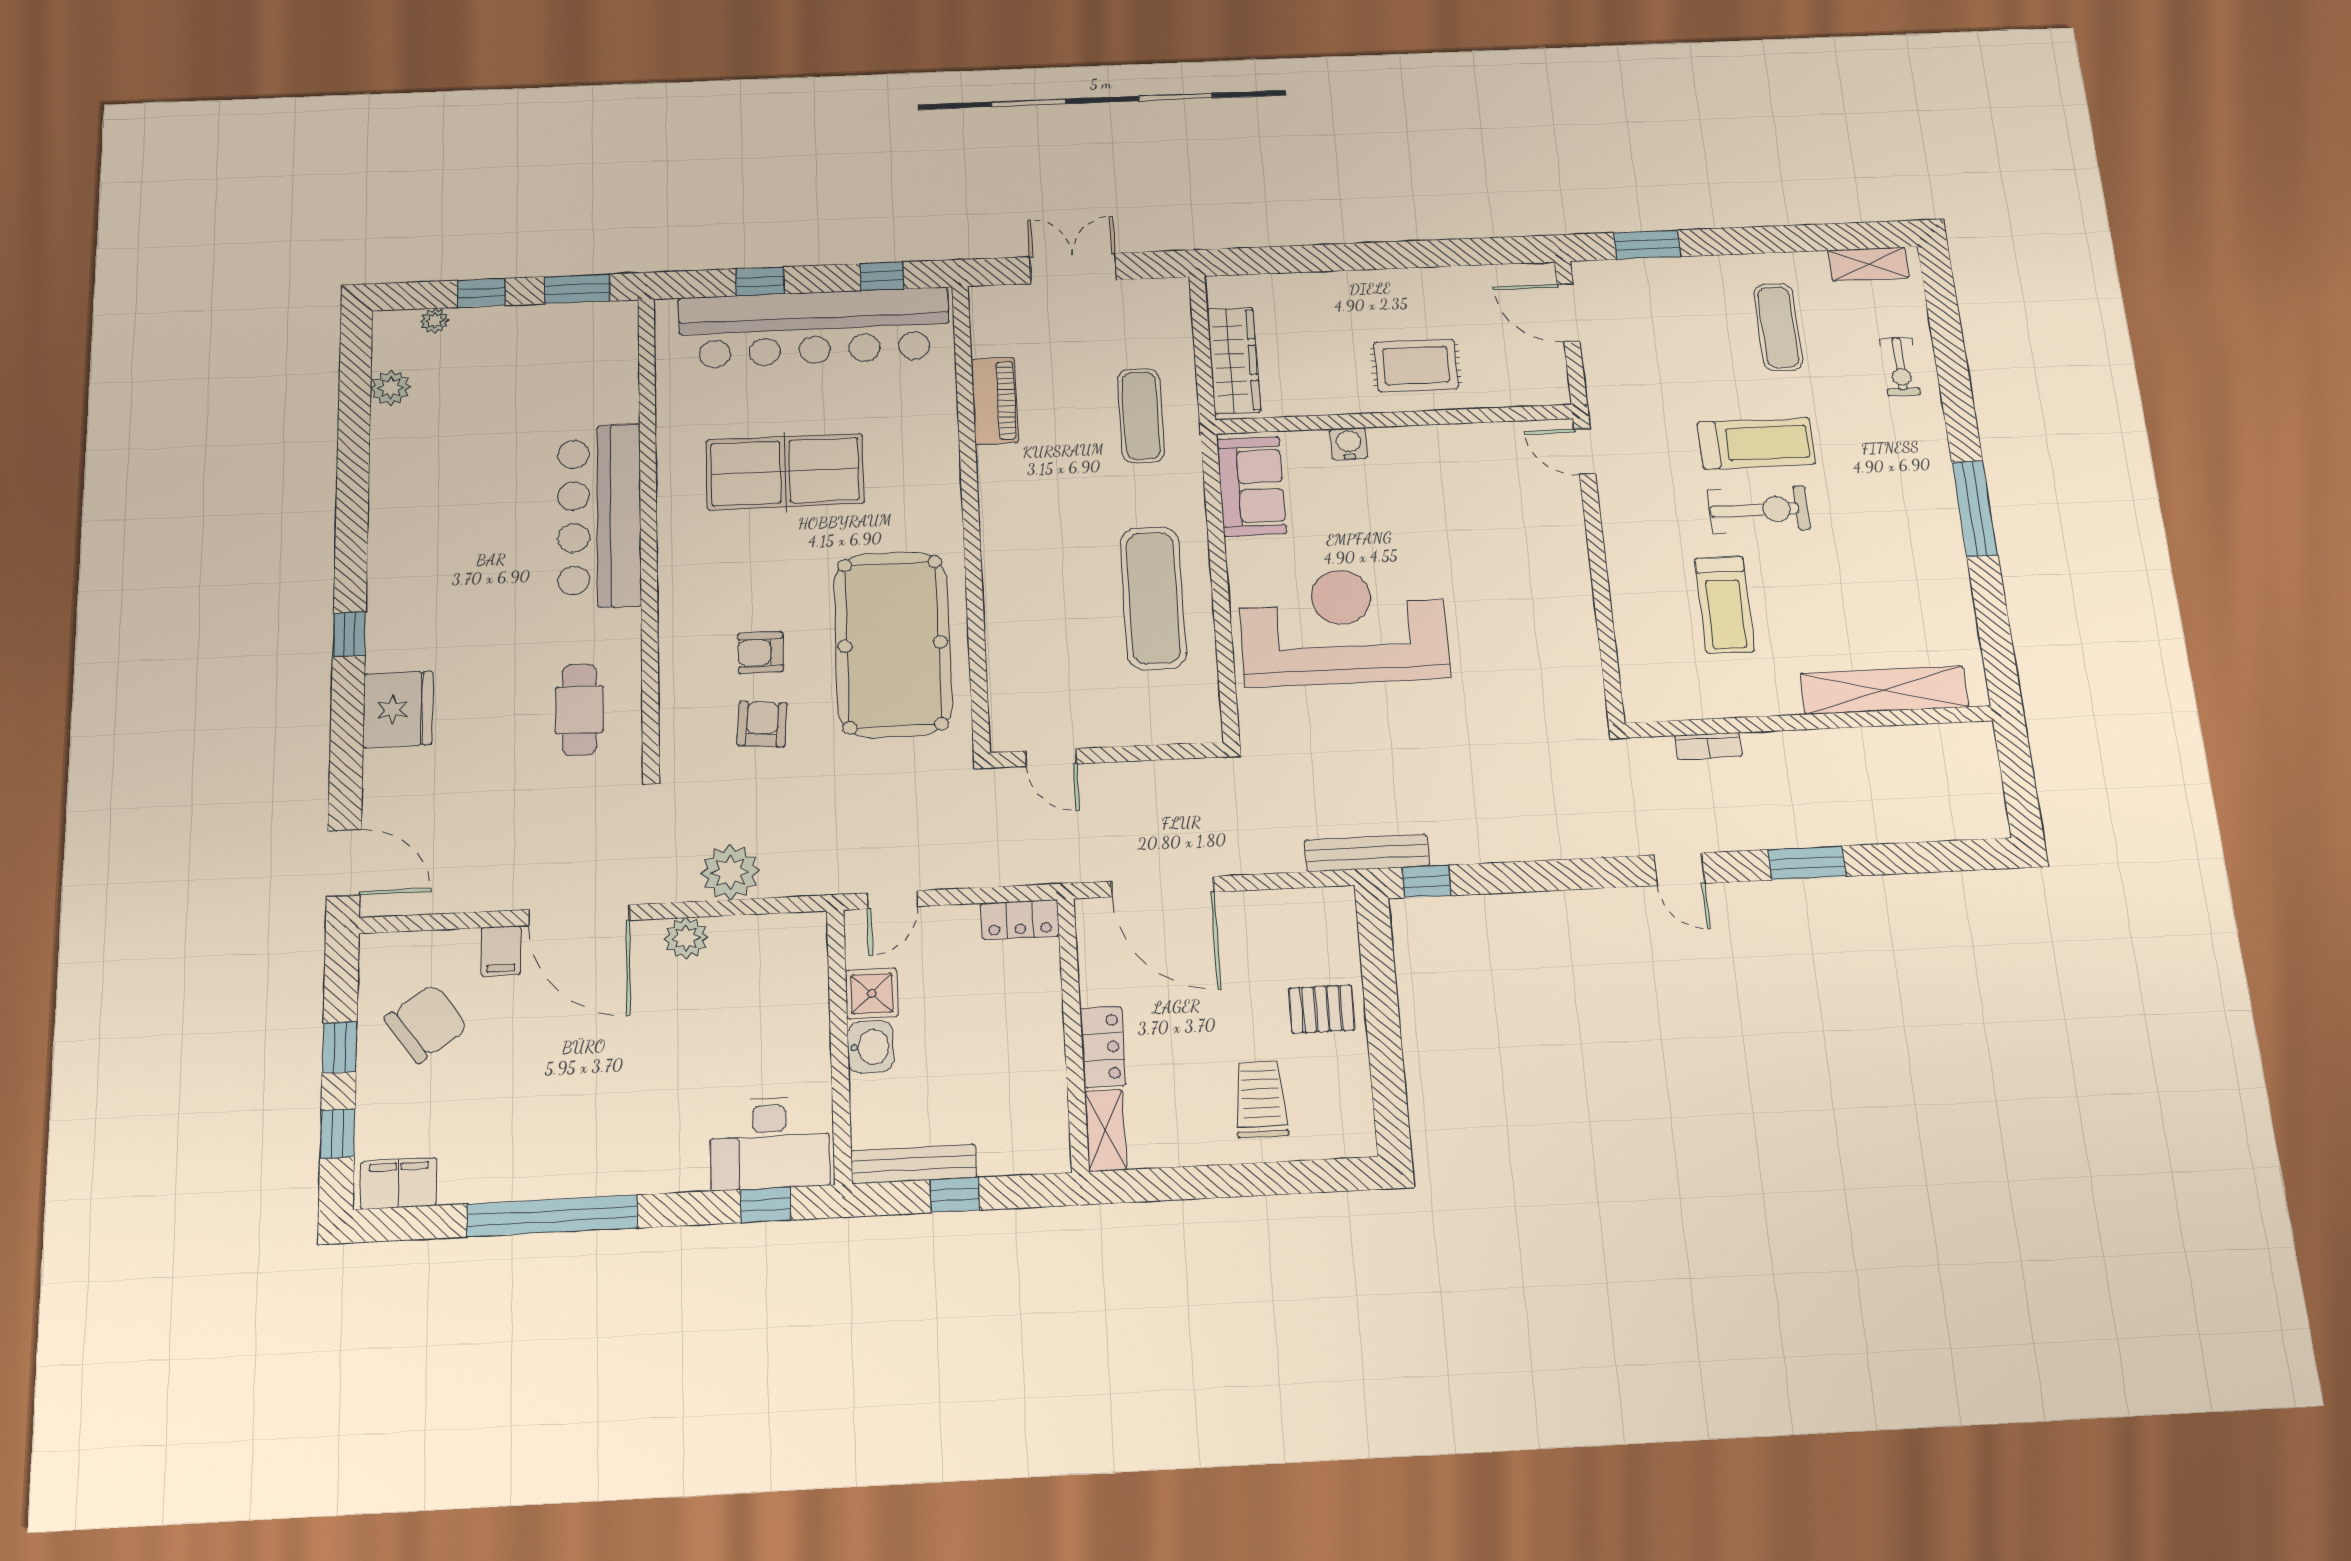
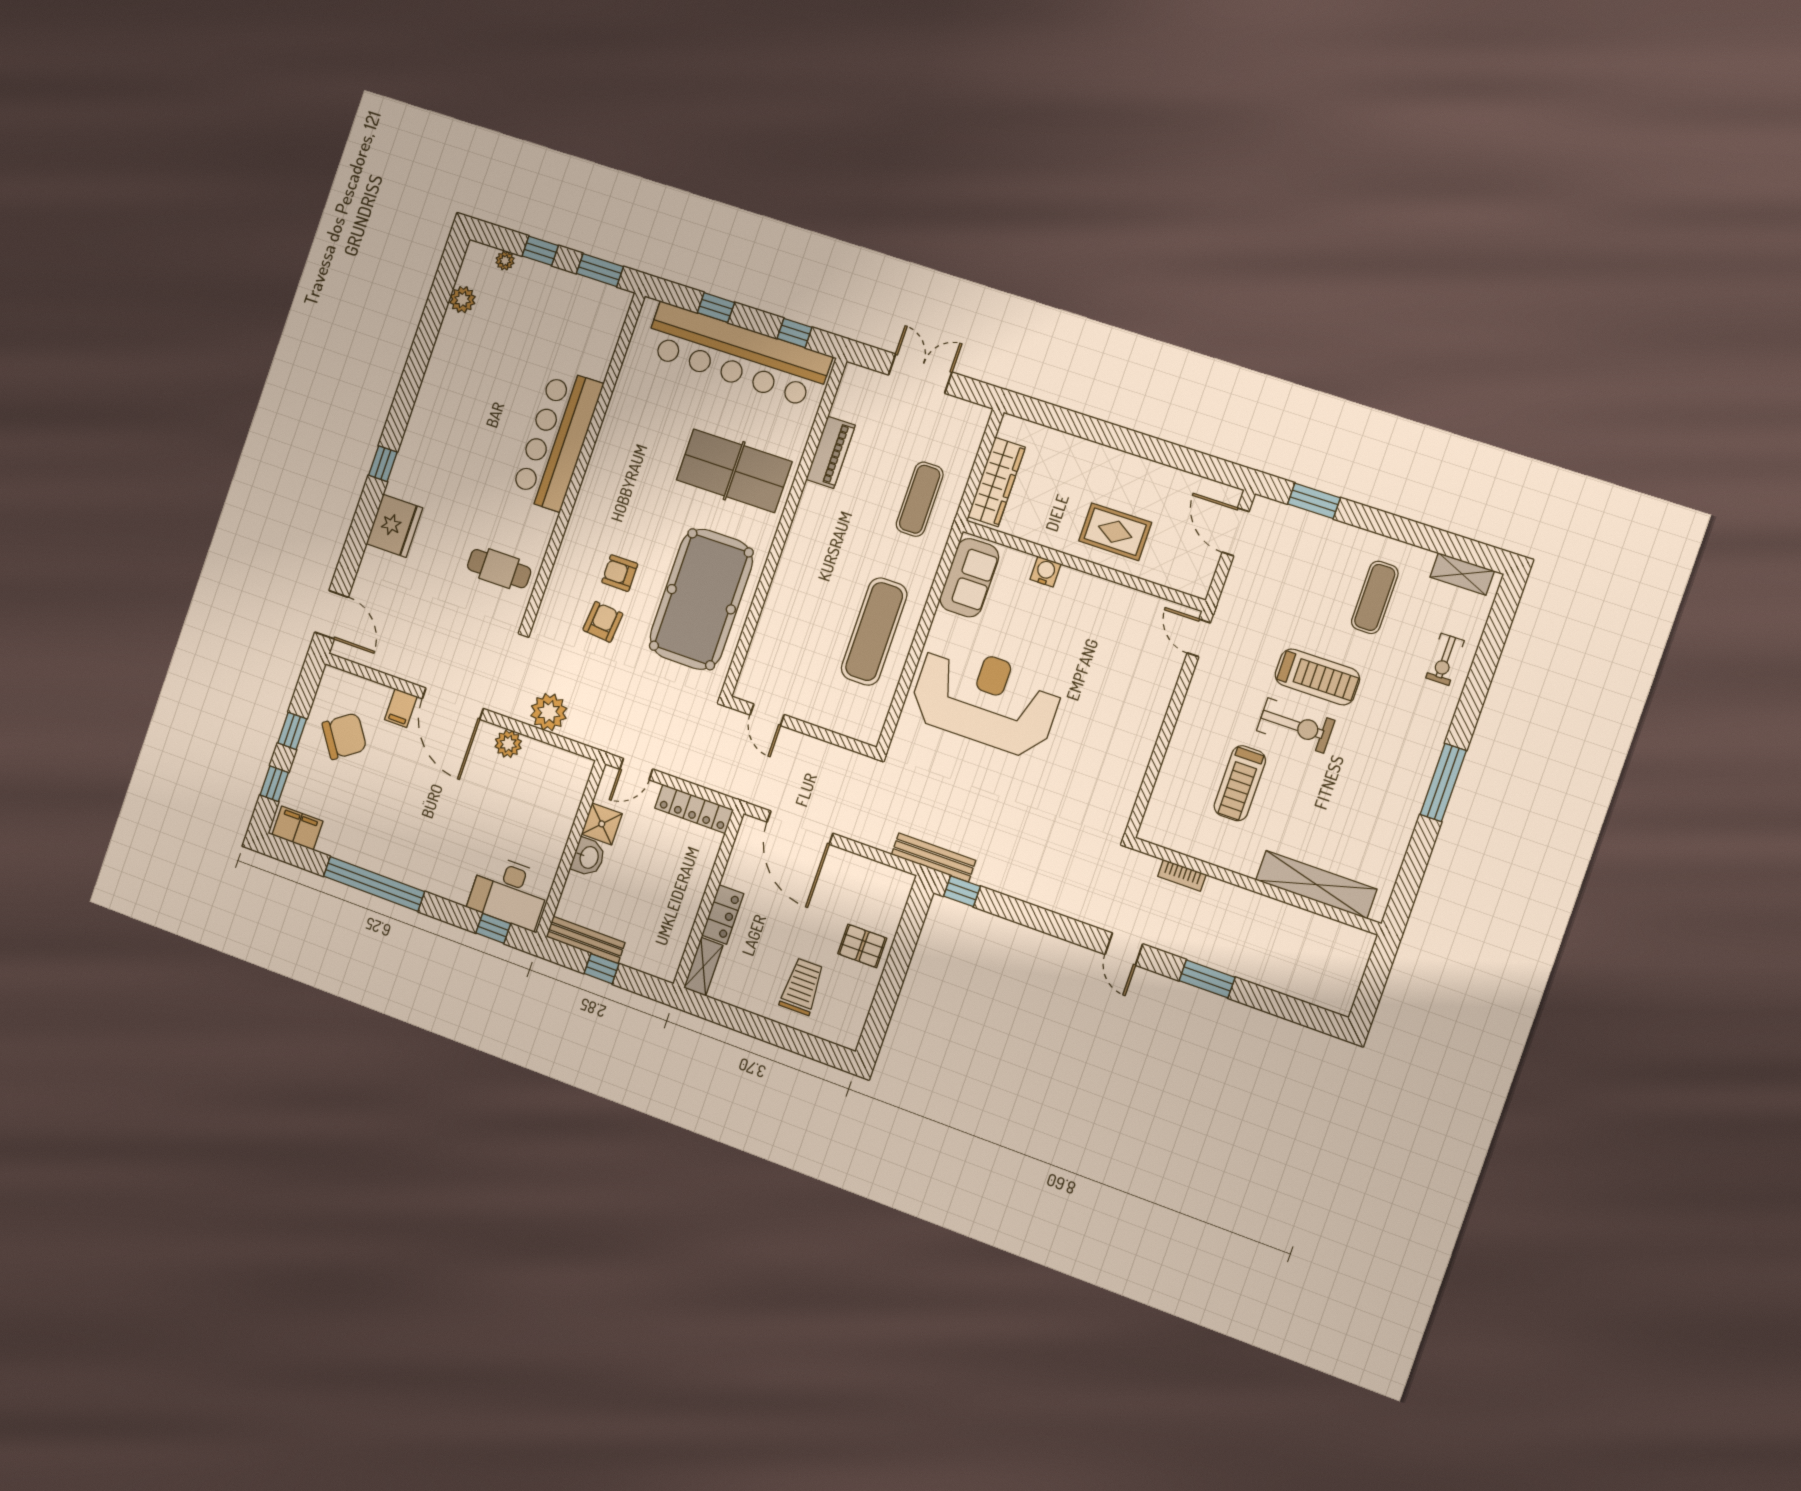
table tennis table: (785, 472) -> (734, 471), moved
cafe table: (579, 710) -> (499, 569), turned 90
locker: (1020, 920) -> (694, 809), width x1.53

